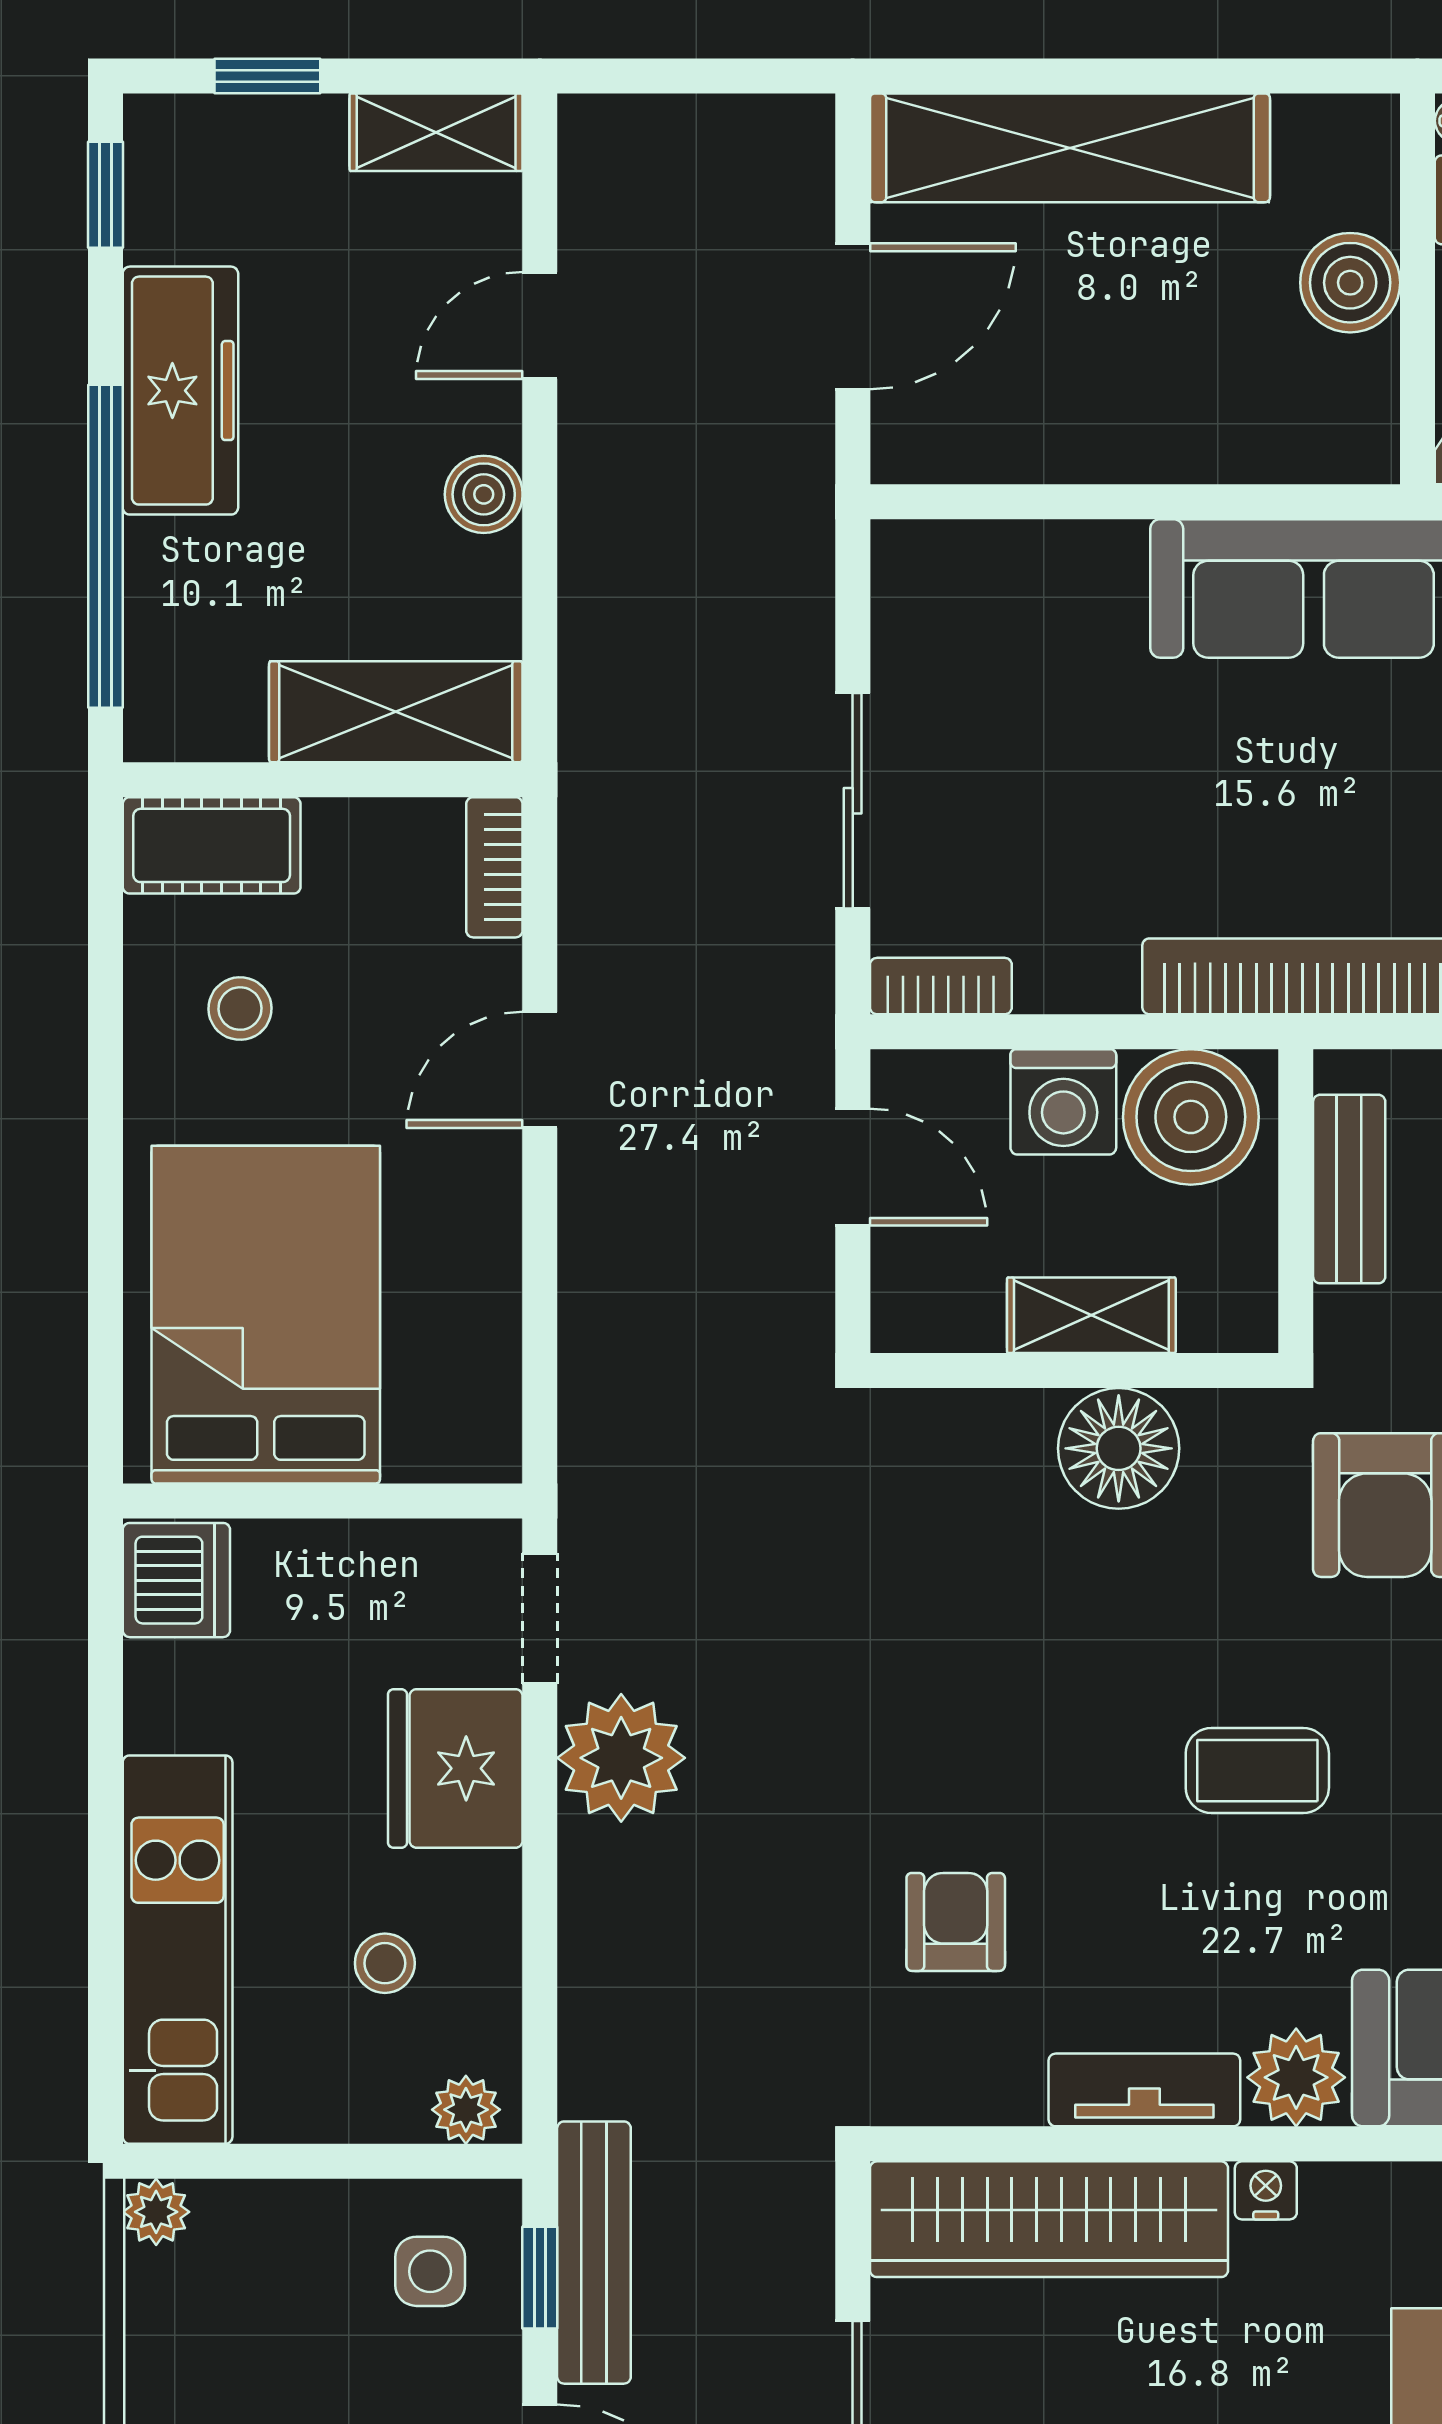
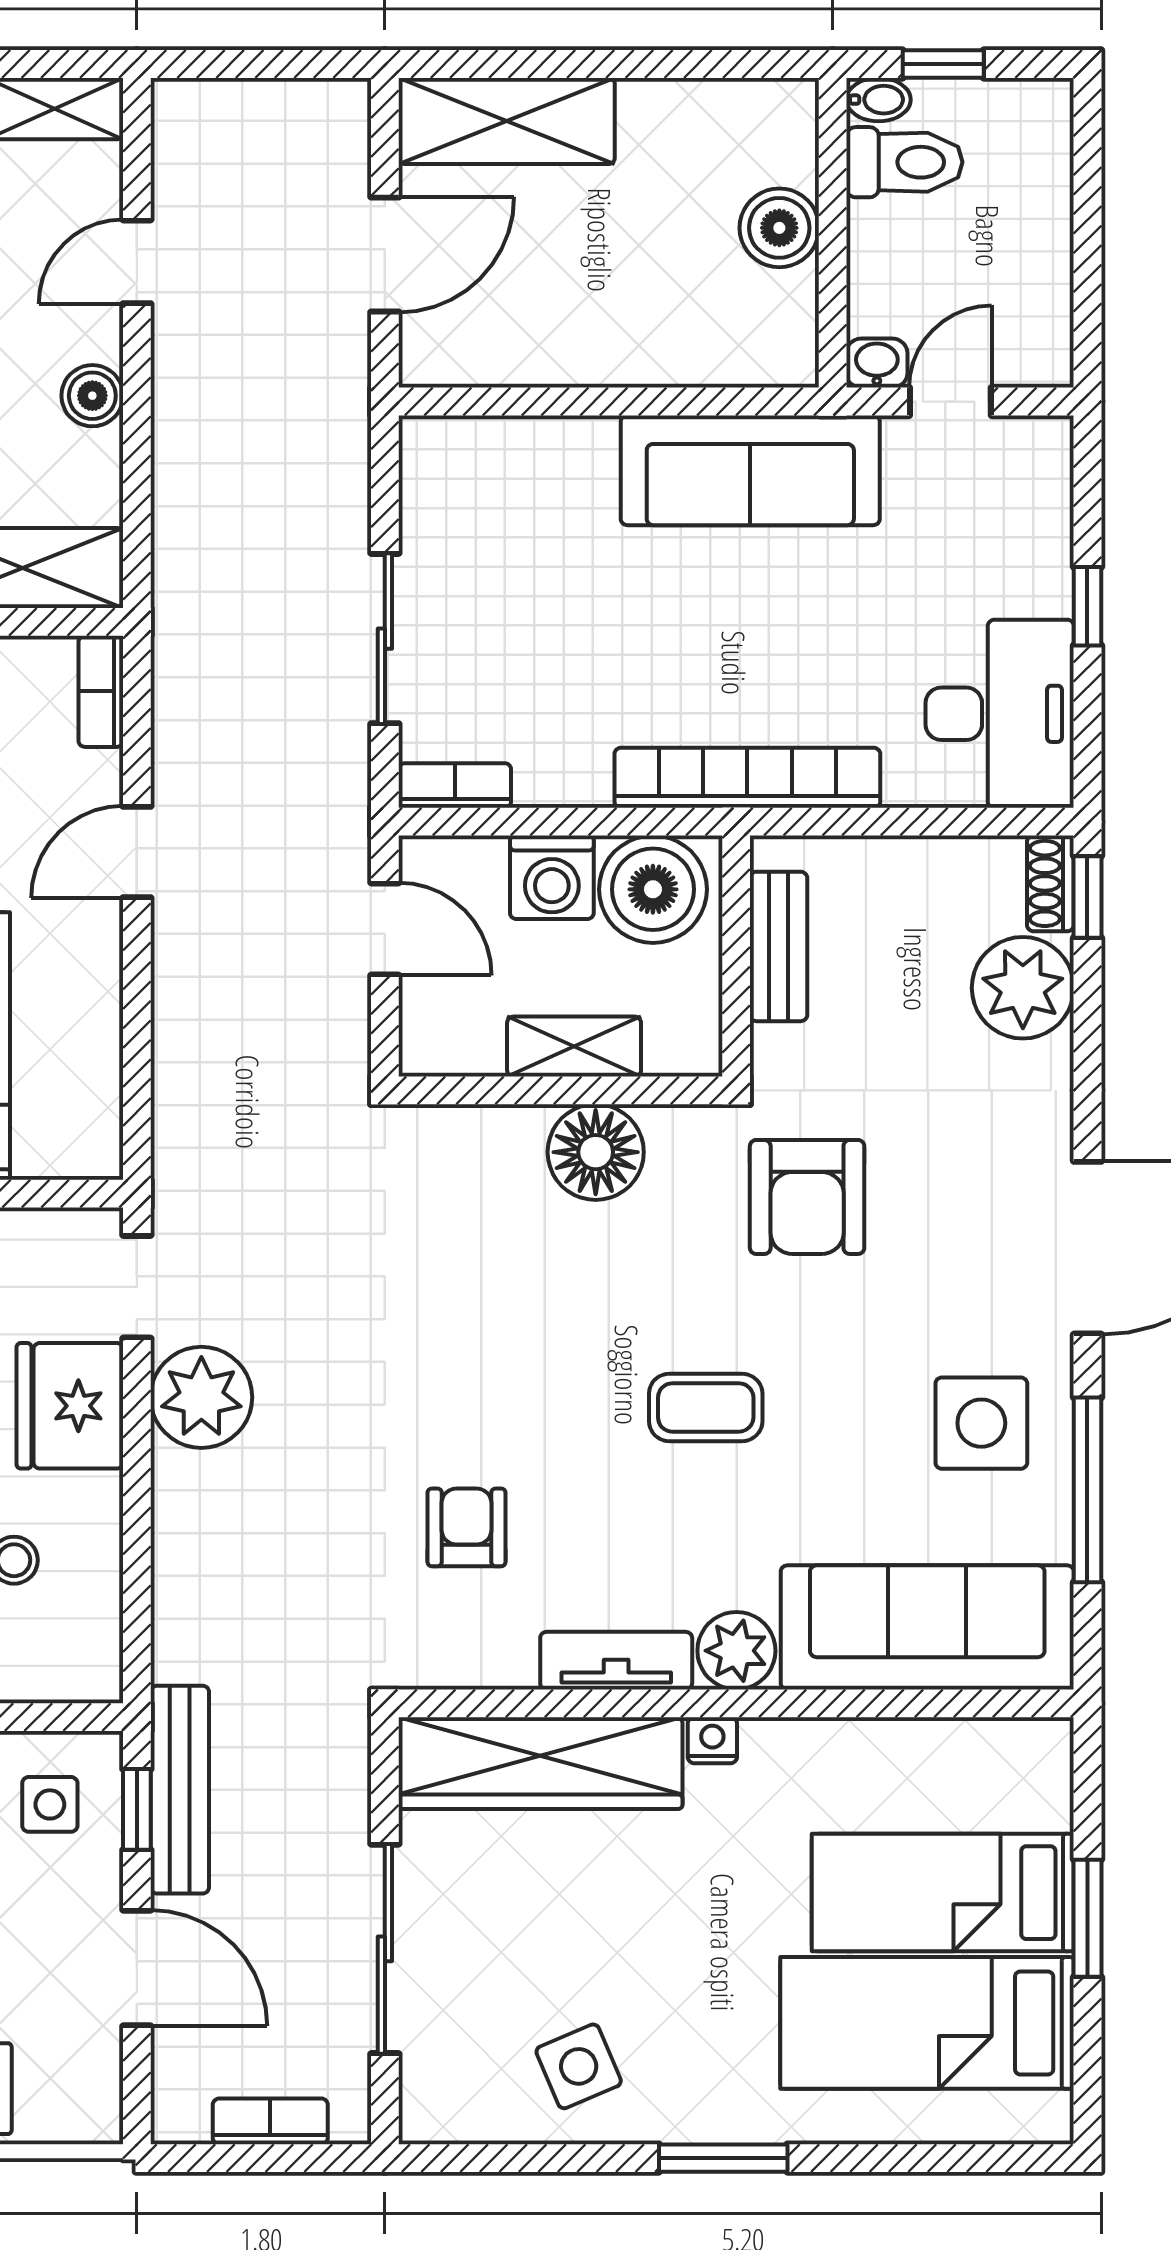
shelving: (1070, 148) -> (507, 121), width x0.68
plant: (466, 2110) -> (78, 1676), removed

